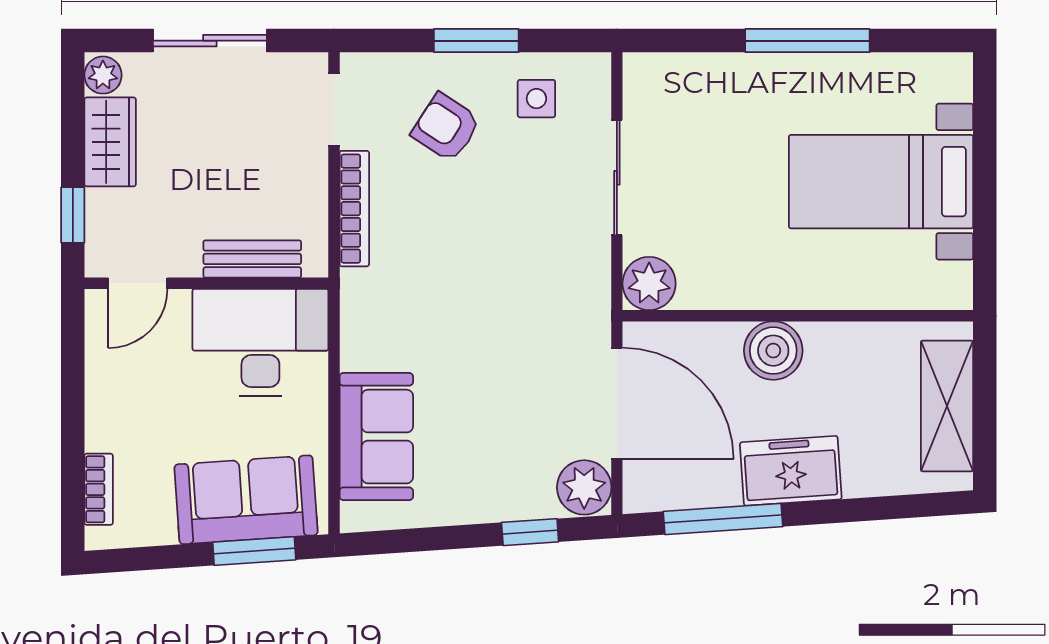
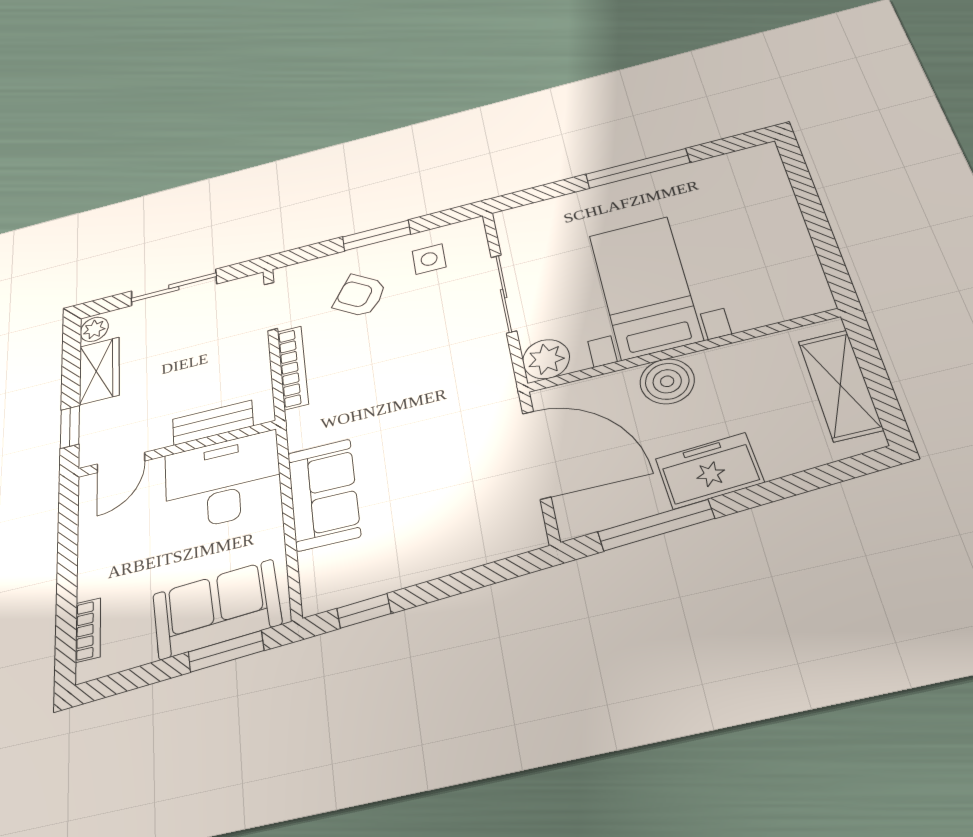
bed with nightstands: (881, 182) -> (645, 287), moved, turned 90
sofa: (376, 437) -> (324, 494), moved
plant: (584, 487) -> (520, 529), removed
window: (530, 532) -> (364, 611), moved

